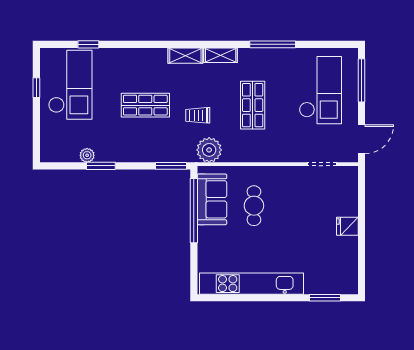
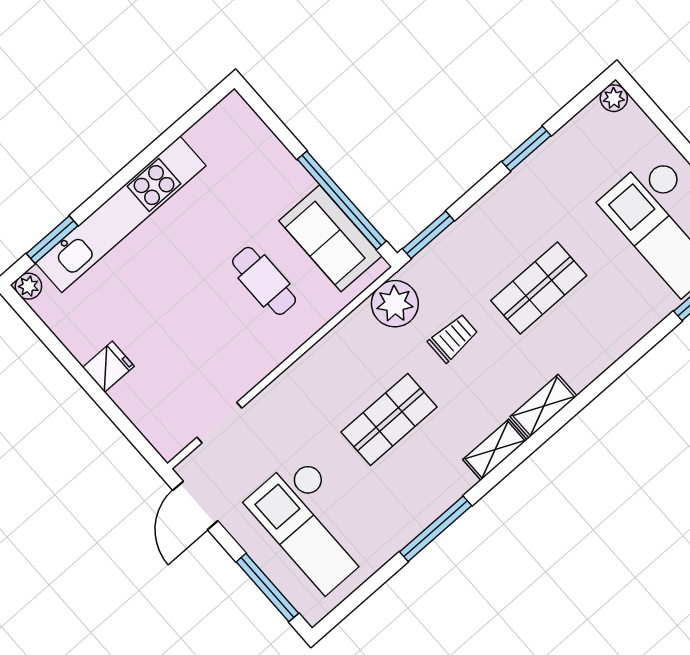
shop shelf: (253, 105) -> (389, 420), turned 90
plant: (87, 155) -> (614, 98), moved
kitchen unit: (252, 284) -> (121, 214), moved
plant: (351, 287) -> (28, 286), added

